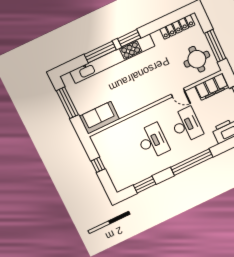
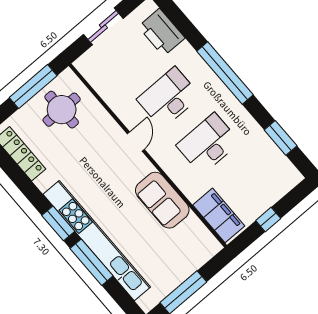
filing cabinet: (212, 87) -> (219, 215), moved
door: (178, 93) -> (136, 142), moved
sofa: (99, 118) -> (162, 200), moved

